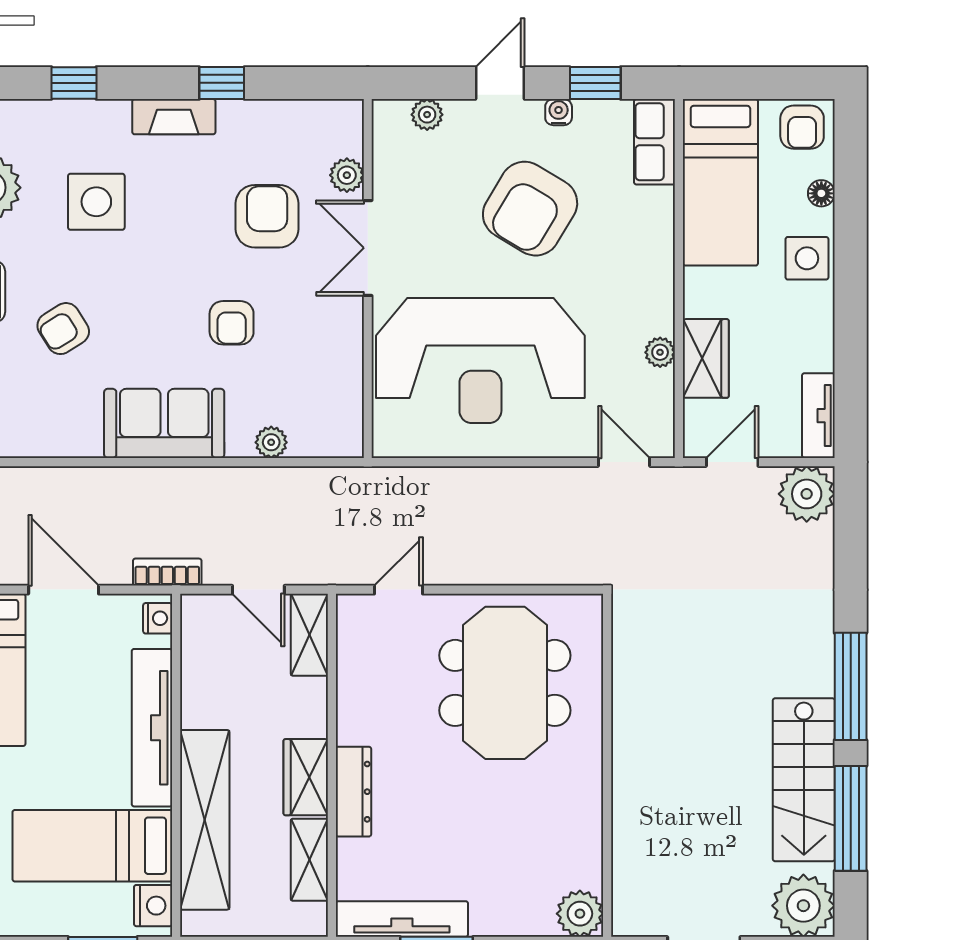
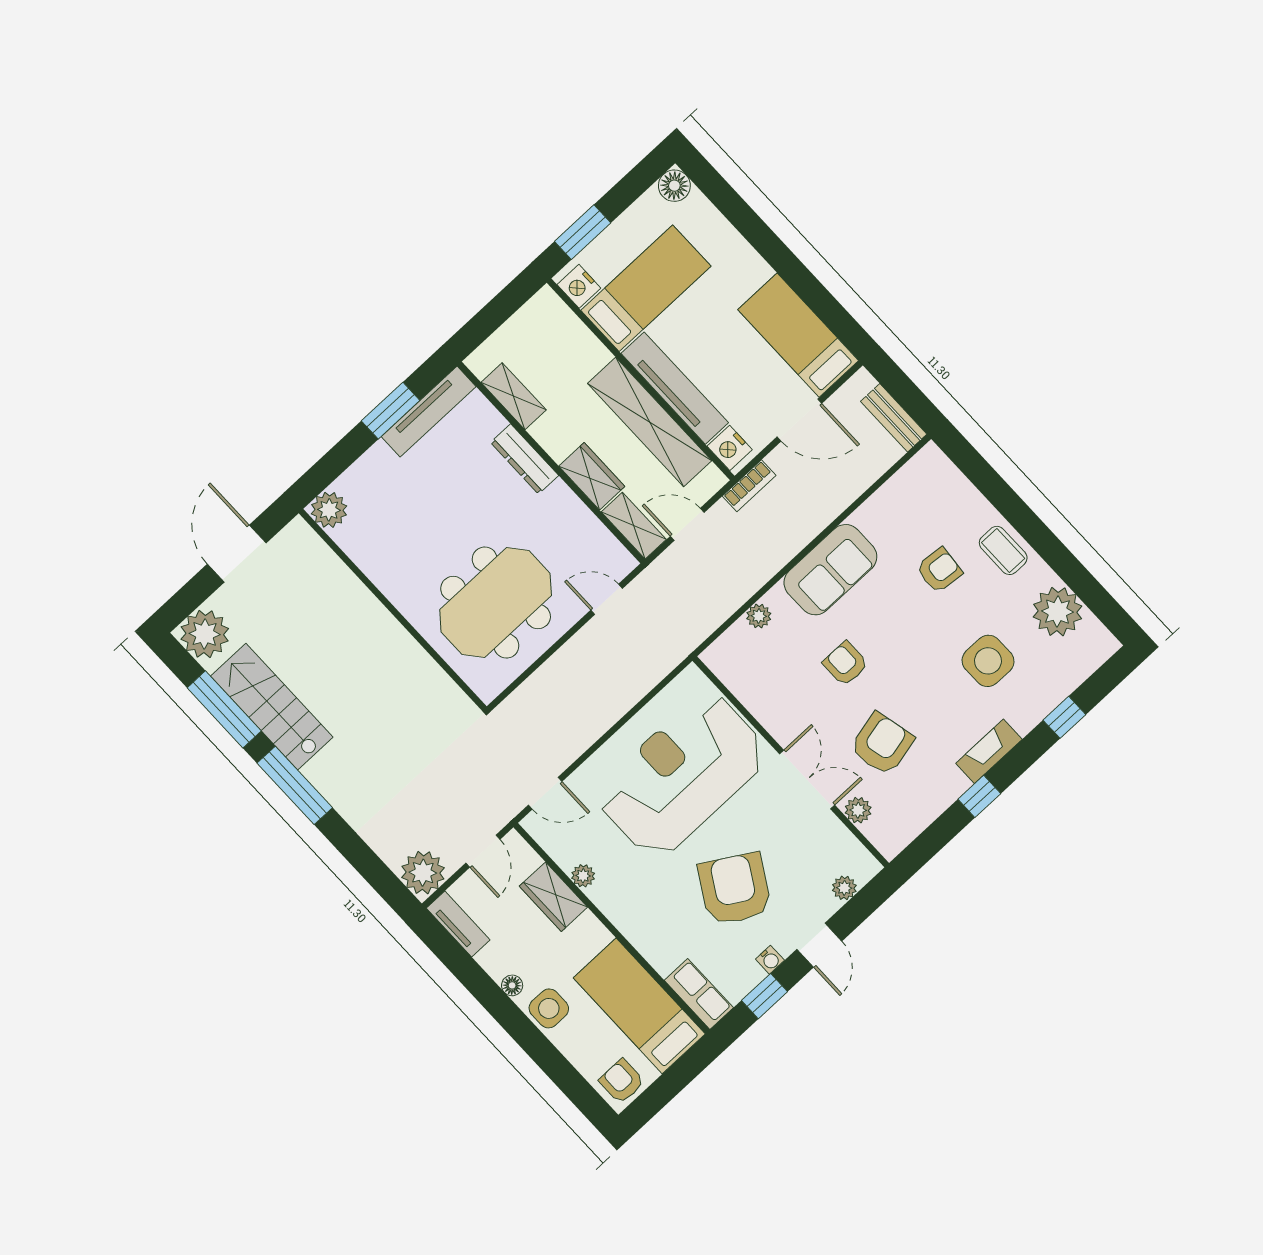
floor lamp: (821, 193) -> (512, 985), moved
armchair: (267, 216) -> (882, 744), turned -103
armchair: (63, 329) -> (939, 570), turned 37
door: (398, 590) -> (607, 599), swing flipped
nightstand: (158, 618) -> (730, 448), width x1.39, depth x1.35
meeting table: (505, 683) -> (496, 603), turned 90
wardrobe: (306, 777) -> (592, 476), moved
shelving: (205, 820) -> (650, 422), moved

